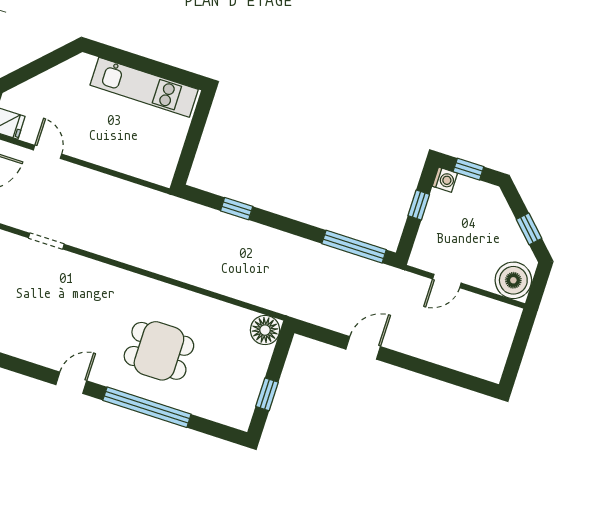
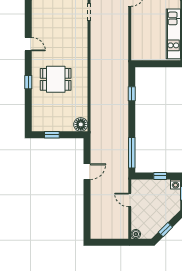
boiler: (513, 280) -> (136, 234), width x0.54, depth x0.54
door: (363, 348) -> (87, 172), hinge flipped
dining table: (159, 351) -> (56, 79), turned 90
window: (147, 407) -> (28, 82), width x0.32

